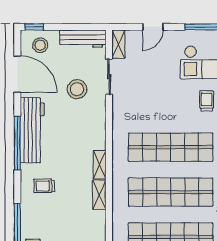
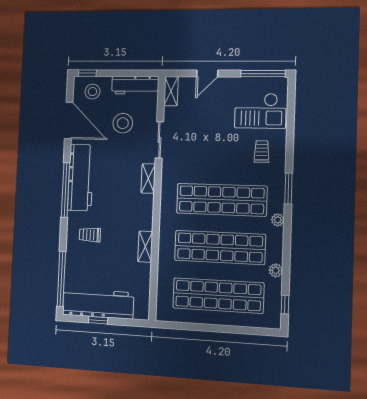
sliding door: (109, 77) -> (159, 140), moved
stool: (77, 89) -> (123, 123), moved
shelving: (100, 165) -> (148, 178), moved

